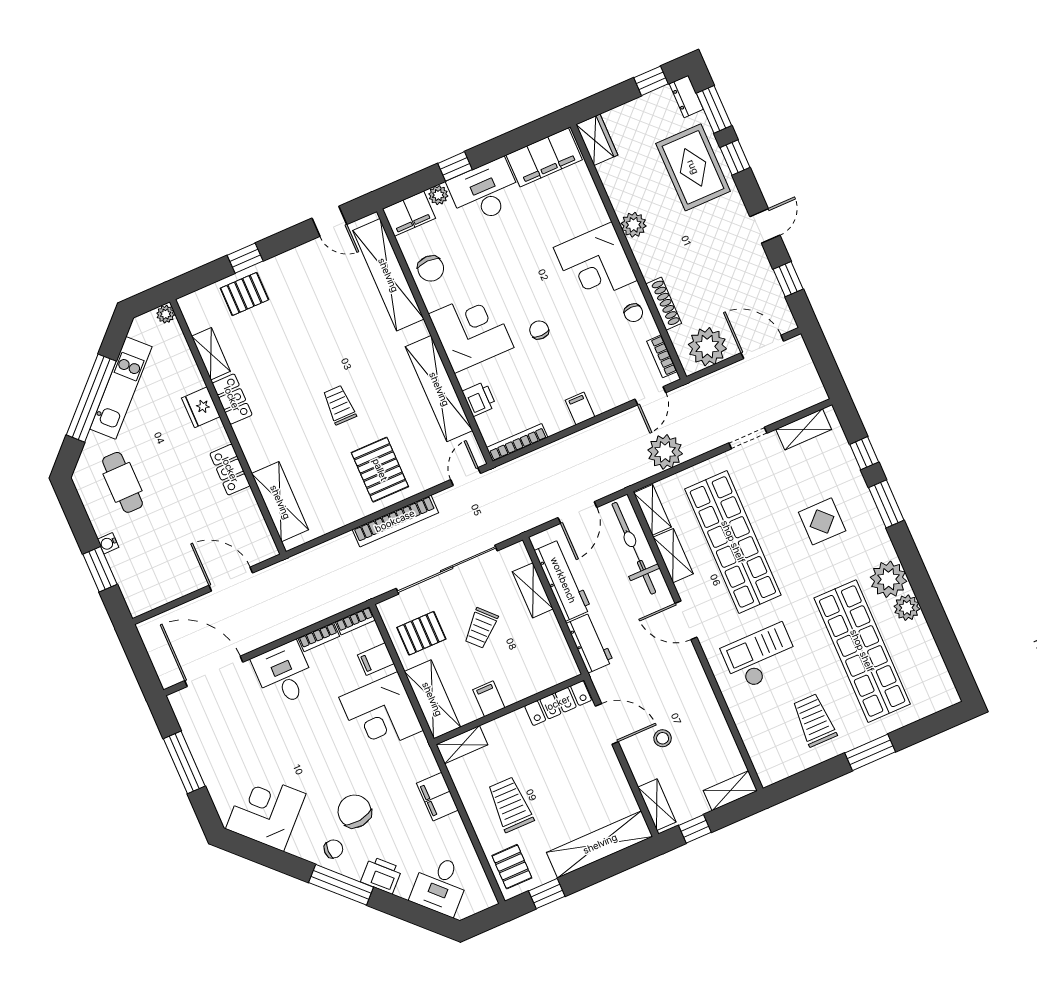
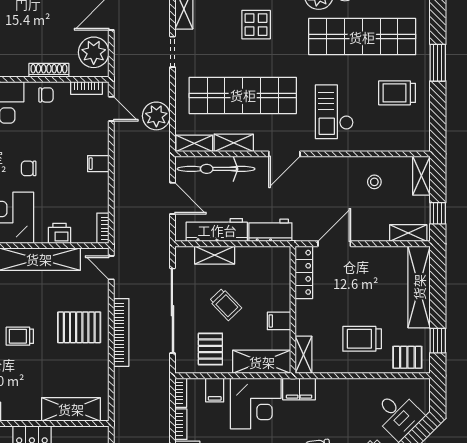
bookcase: (517, 442) -> (103, 228), width x0.64
stool: (663, 738) -> (374, 182), moved
filing cabinet: (437, 797) -> (299, 389), moved

